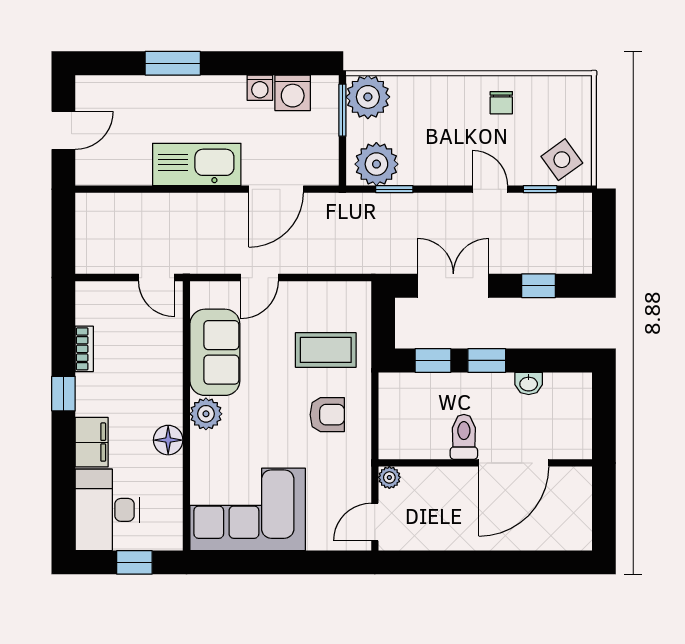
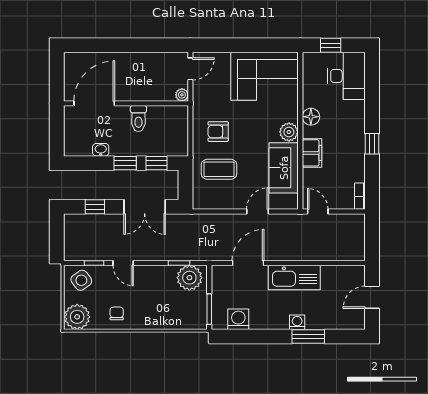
washing machine: (260, 88) -> (297, 322), moved
plant: (368, 97) -> (77, 317), moved
bookcase: (84, 349) -> (360, 196), moved
filing cabinet: (92, 442) -> (312, 153), moved, turned 180
door: (514, 463) -> (94, 103), moved

